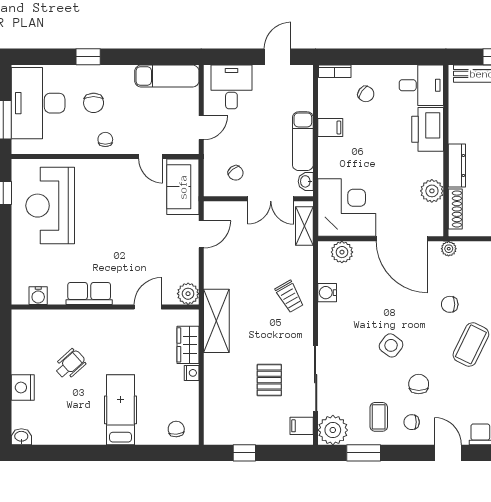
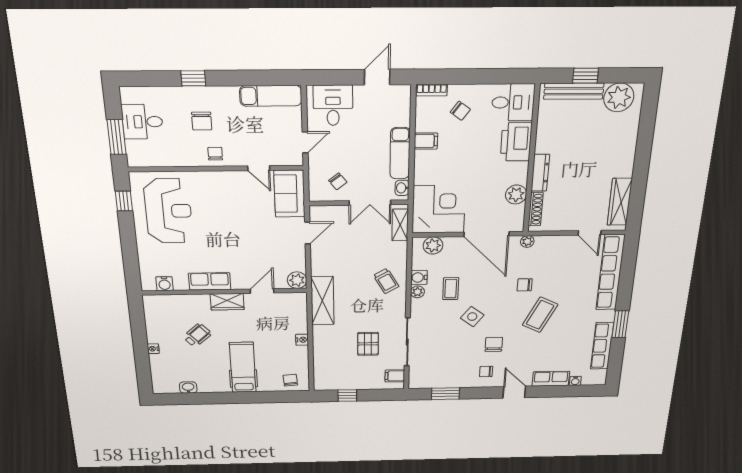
desk: (38, 103) -> (142, 122), width x0.53, depth x0.77
reception desk: (50, 206) -> (168, 211), turned 180
wardrobe: (188, 345) -> (227, 302), moved, turned -90
nightstand: (23, 387) -> (153, 349), width x0.53, depth x0.56
coffee table: (379, 417) -> (451, 289), moved
plant: (333, 430) -> (417, 292), moved, width x0.53, depth x0.53
washbasin: (21, 437) -> (188, 388), moved

